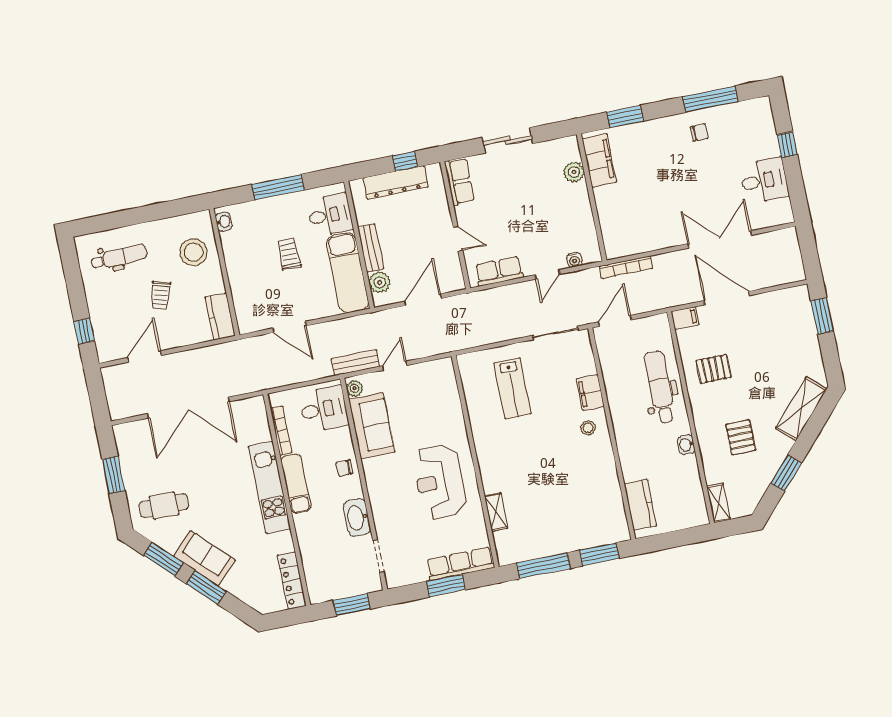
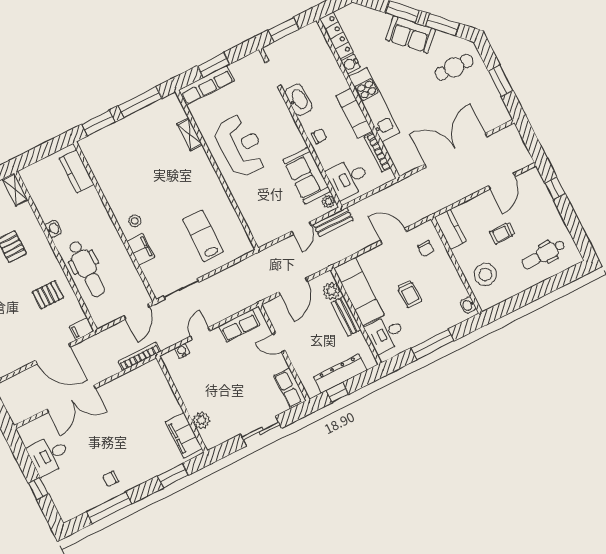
trolley: (160, 295) -> (502, 233), turned -107
chair: (255, 302) -> (426, 248), added
water cooler: (284, 543) -> (350, 64), added

